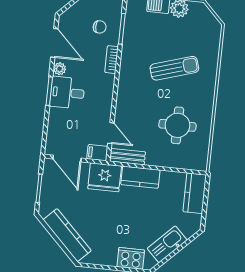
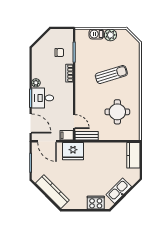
door: (54, 43) -> (31, 123), moved
kitchen counter: (140, 177) -> (97, 149), removed

